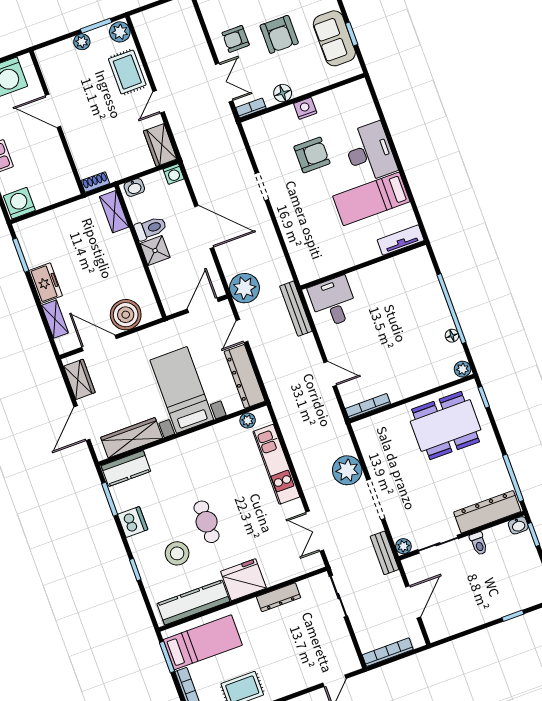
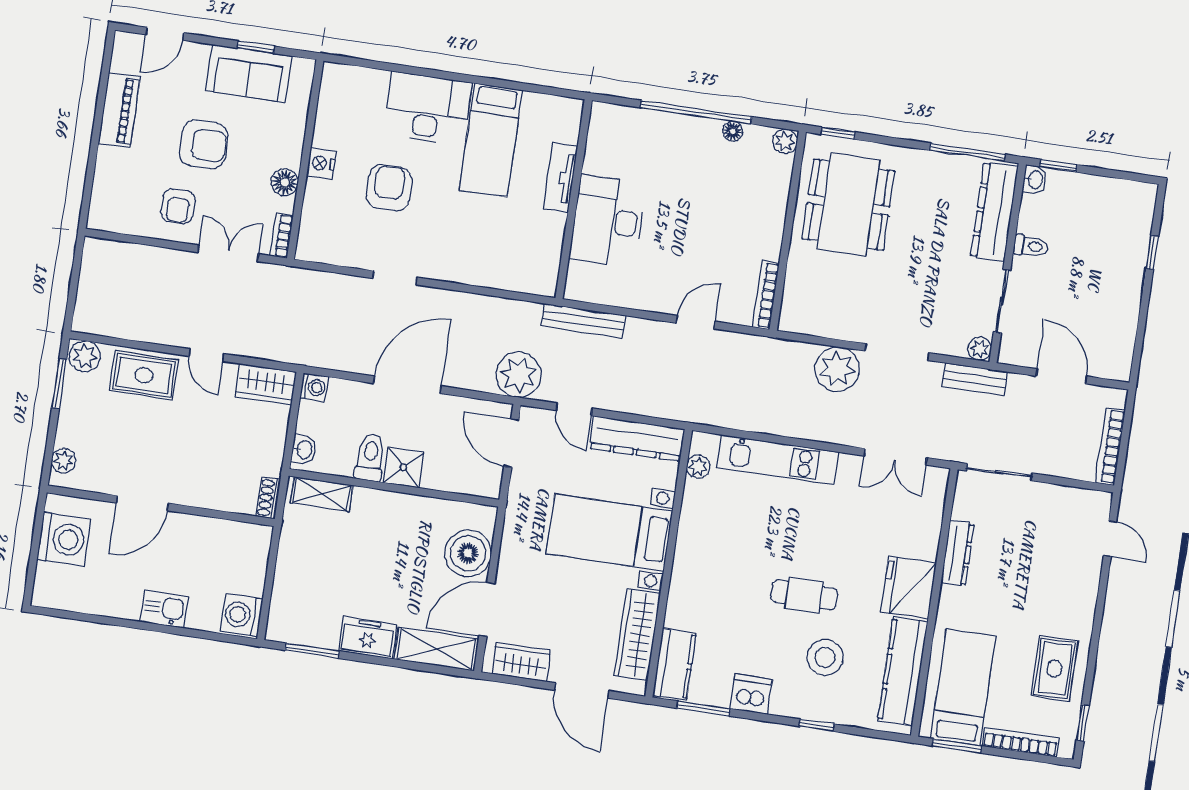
plant: (82, 42) -> (64, 461), moved
tv unit: (401, 240) -> (560, 178), moved
desk: (333, 302) -> (608, 221), moved, width x1.37
shelving: (55, 319) -> (437, 649), width x1.50, depth x1.33

